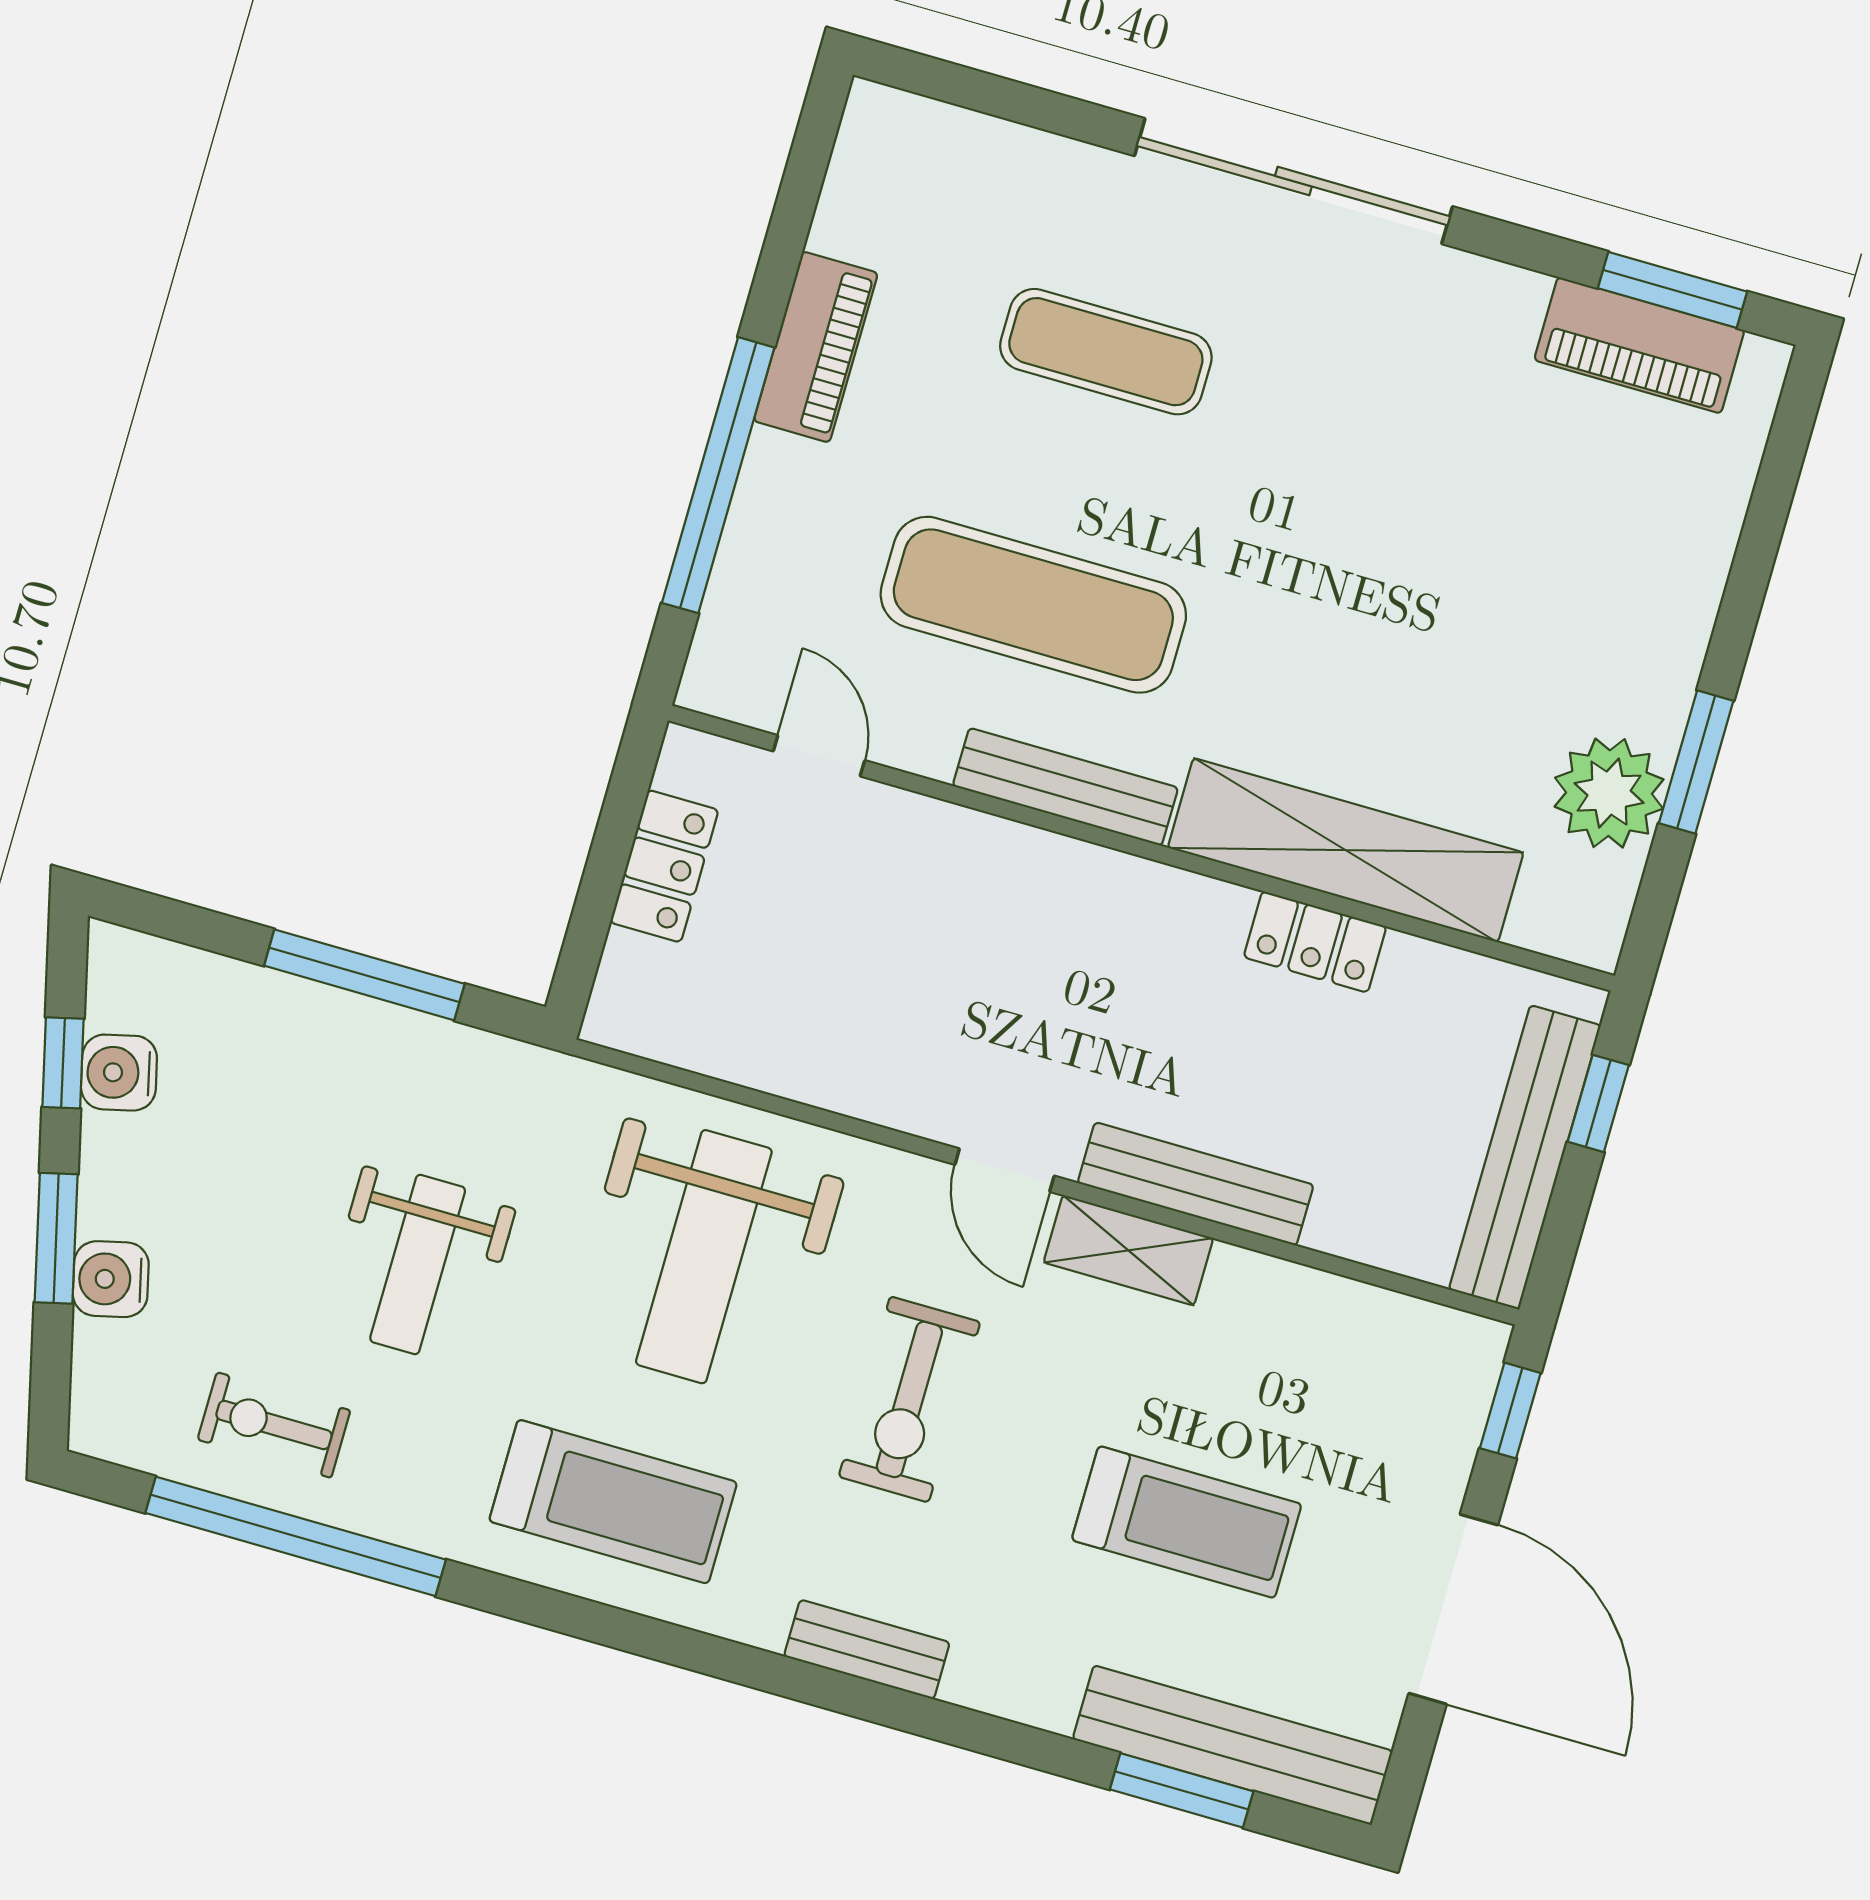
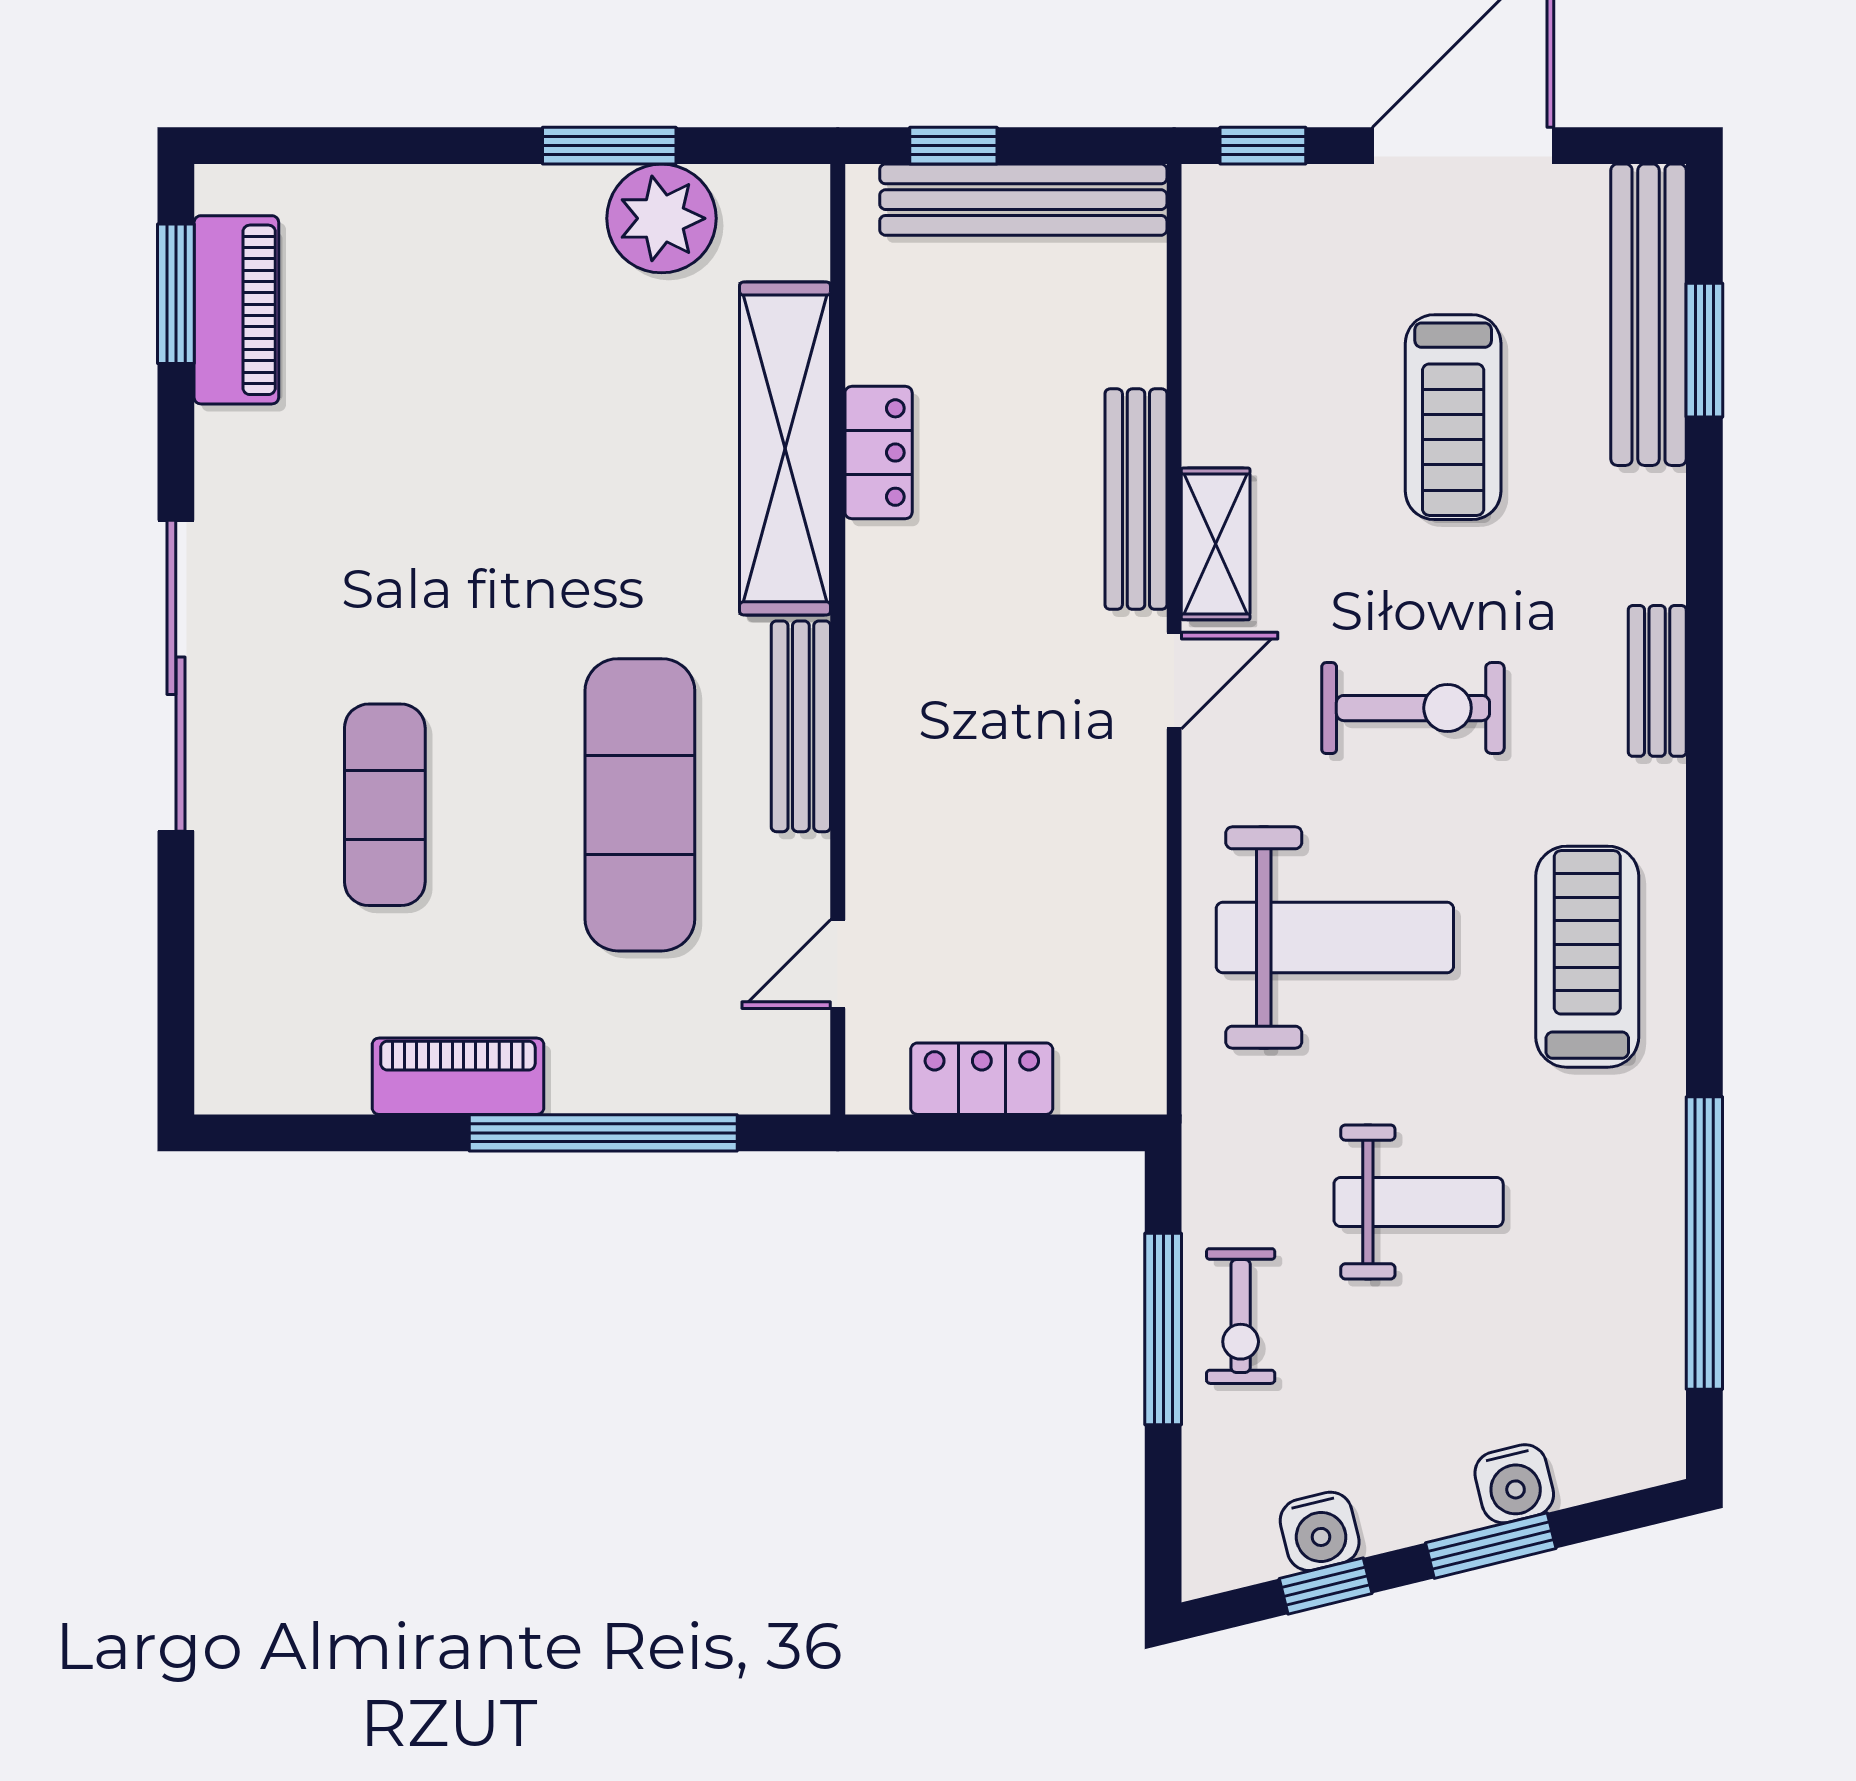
exercise bike: (274, 1425) -> (1241, 1316), moved
treadmill: (1187, 1522) -> (1453, 417), turned 180

